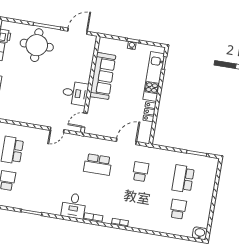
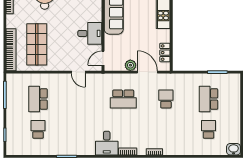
shop shelf: (20, 95) -> (37, 44), added
locker: (149, 112) -> (165, 53), moved
door: (57, 130) -> (78, 72), hinge flipped
plant: (111, 132) -> (130, 65), added
door: (126, 142) -> (147, 72), hinge flipped

